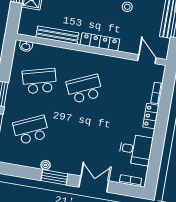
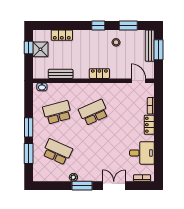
bench: (57, 35) -> (61, 74), width x0.73
locker: (100, 42) -> (99, 74), width x0.66
school desk: (31, 130) -> (57, 152), turned 48

